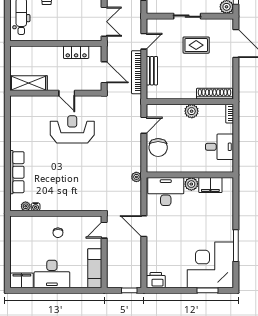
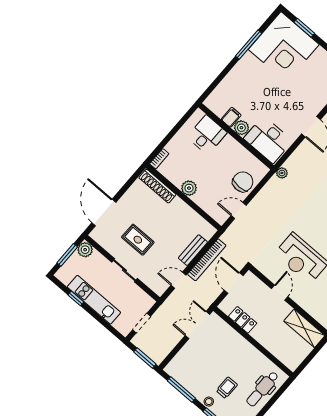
desk: (219, 147) -> (207, 135), moved, turned 90
filing cabinet: (210, 185) -> (231, 117), width x0.50

